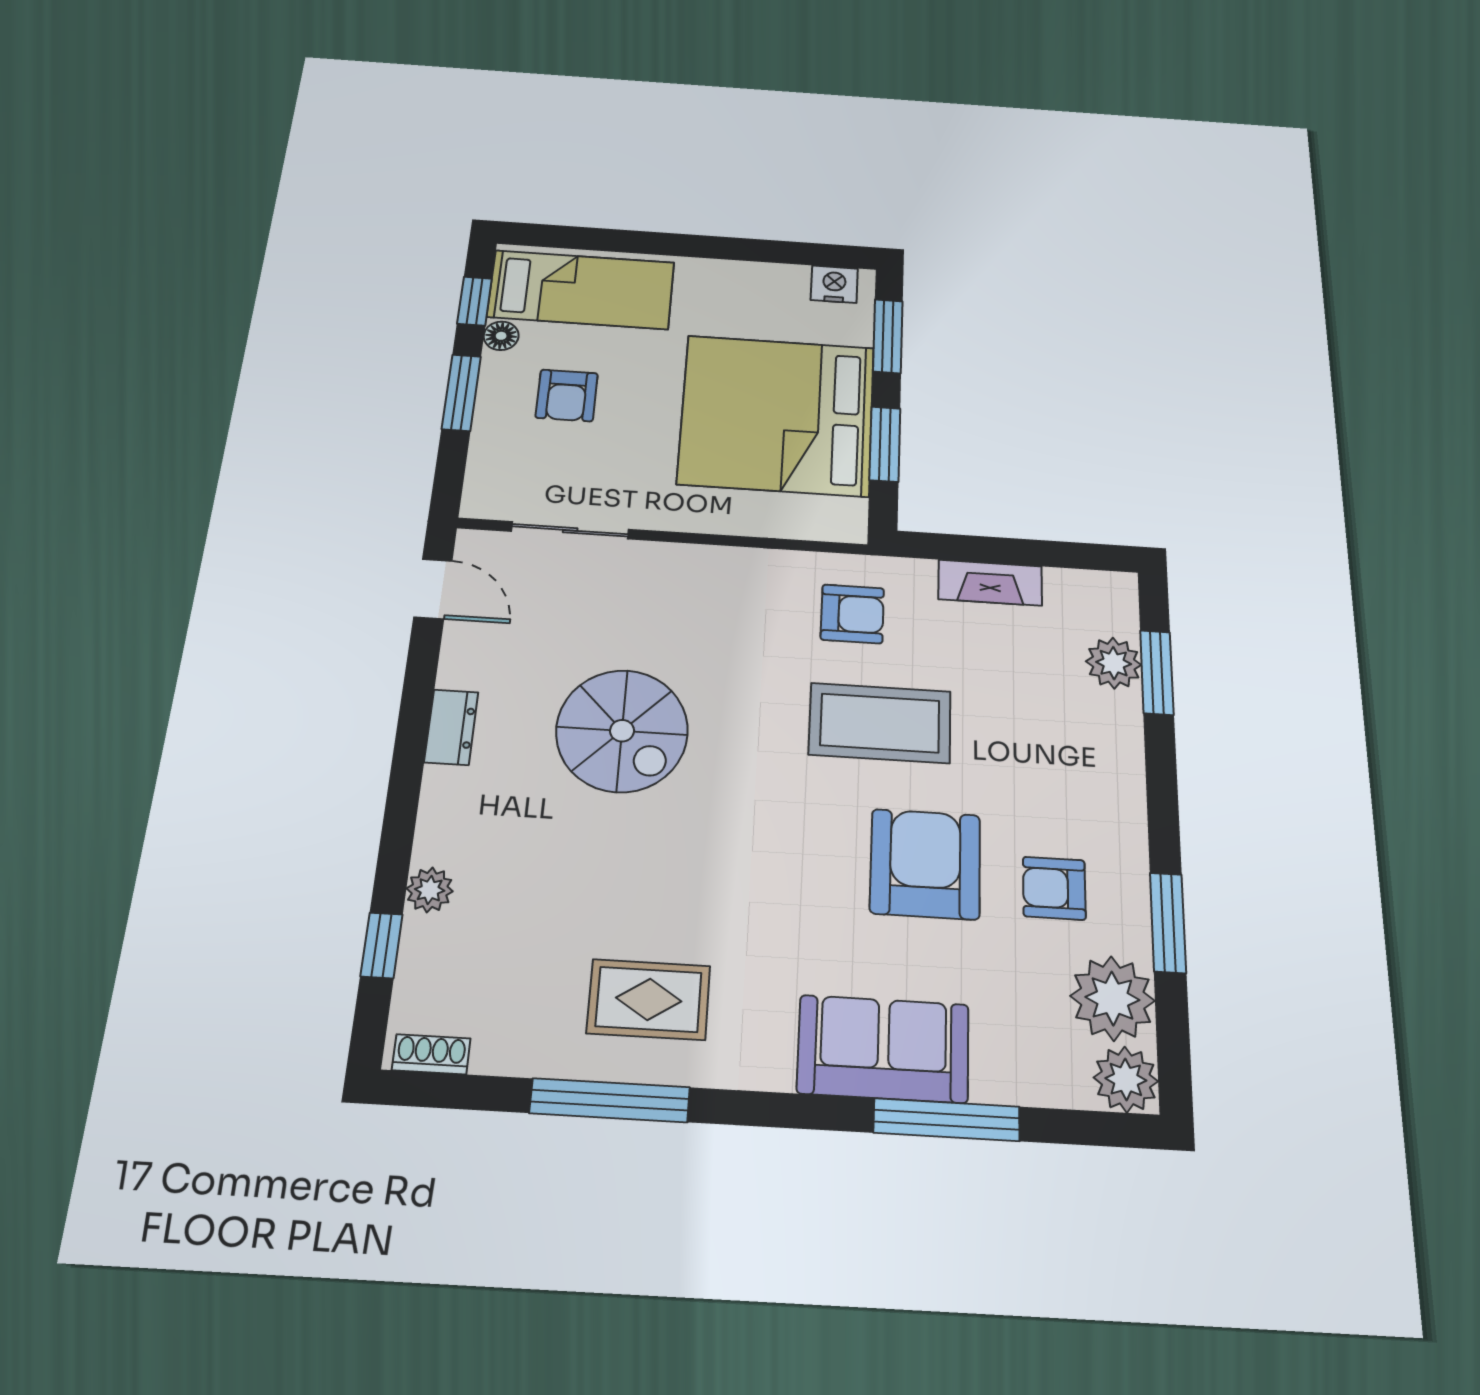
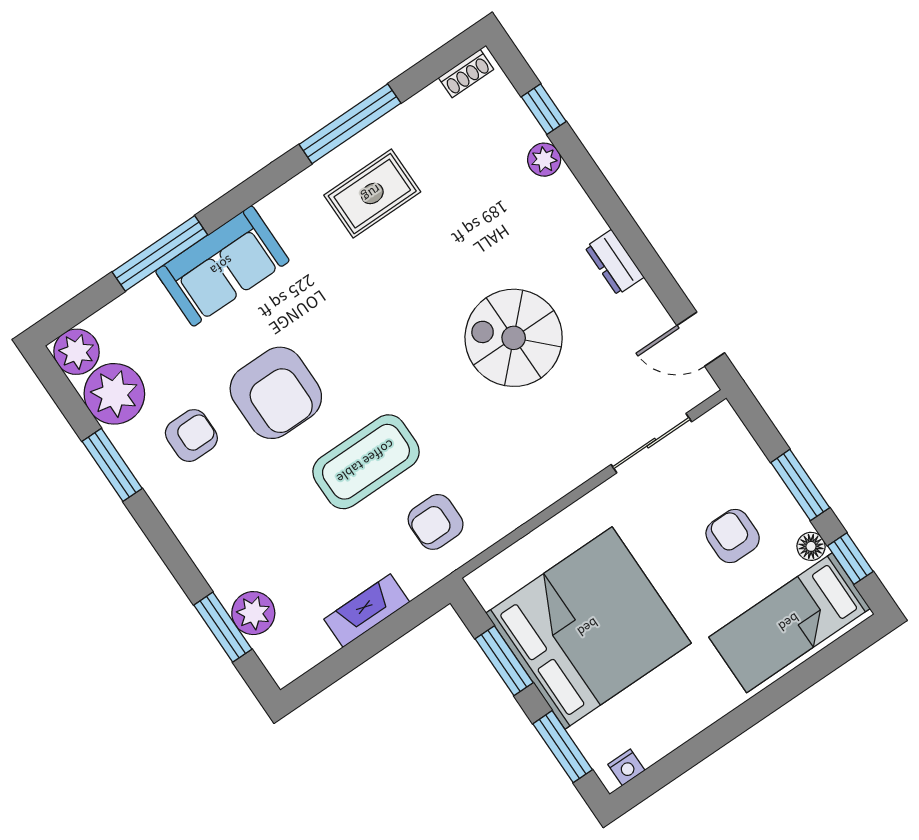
nightstand: (834, 284) -> (626, 767), width x0.72, depth x0.74

